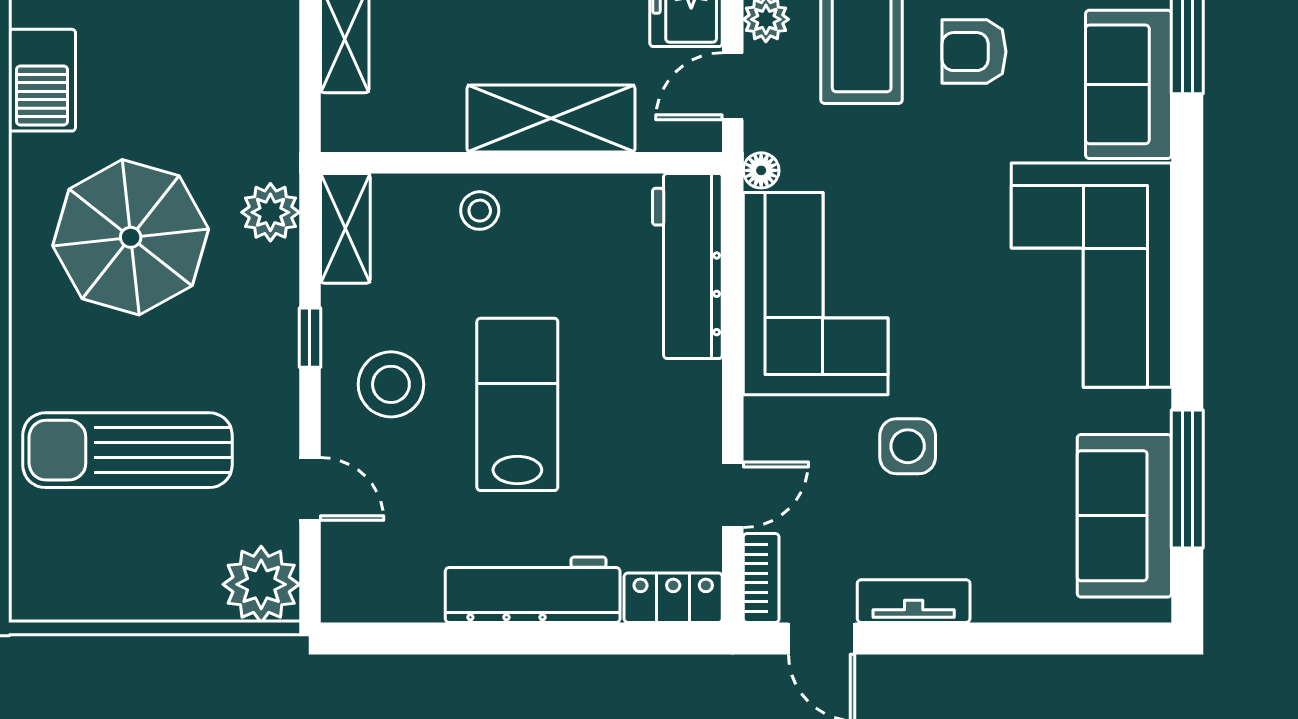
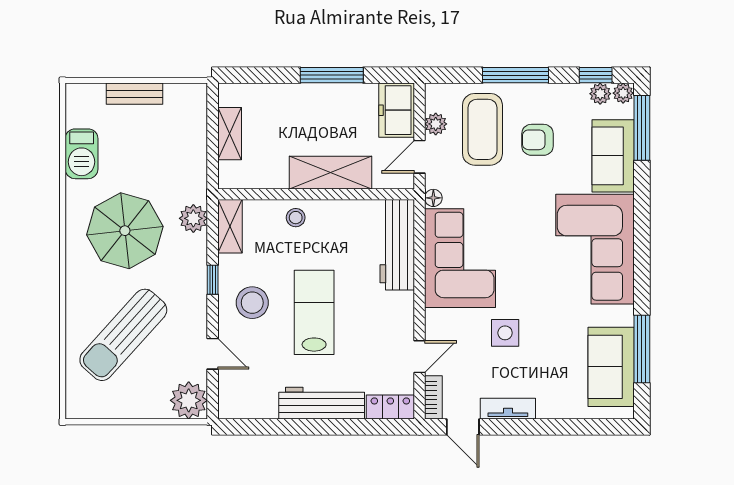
sun lounger: (127, 450) -> (123, 335), turned -48

